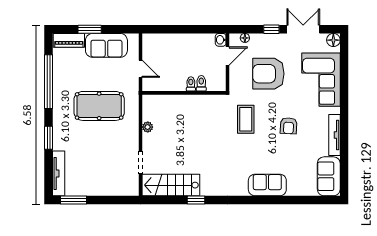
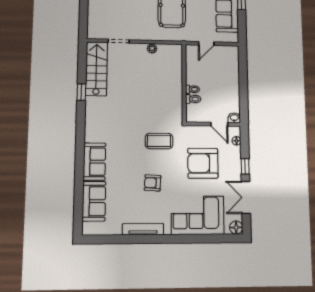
double door: (303, 29) -> (246, 197), swing flipped
armchair: (268, 74) -> (203, 163), turned -90
sofa: (329, 176) -> (94, 201), moved, turned 90

